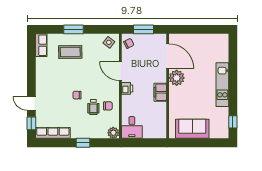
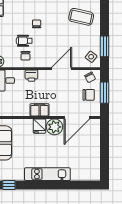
window: (73, 29) -> (105, 46), moved
chair: (146, 45) -> (89, 95), added
coffee table: (70, 52) -> (81, 17), turned -76
printer: (127, 88) -> (31, 76), moved
fridge: (176, 92) -> (39, 126), added

